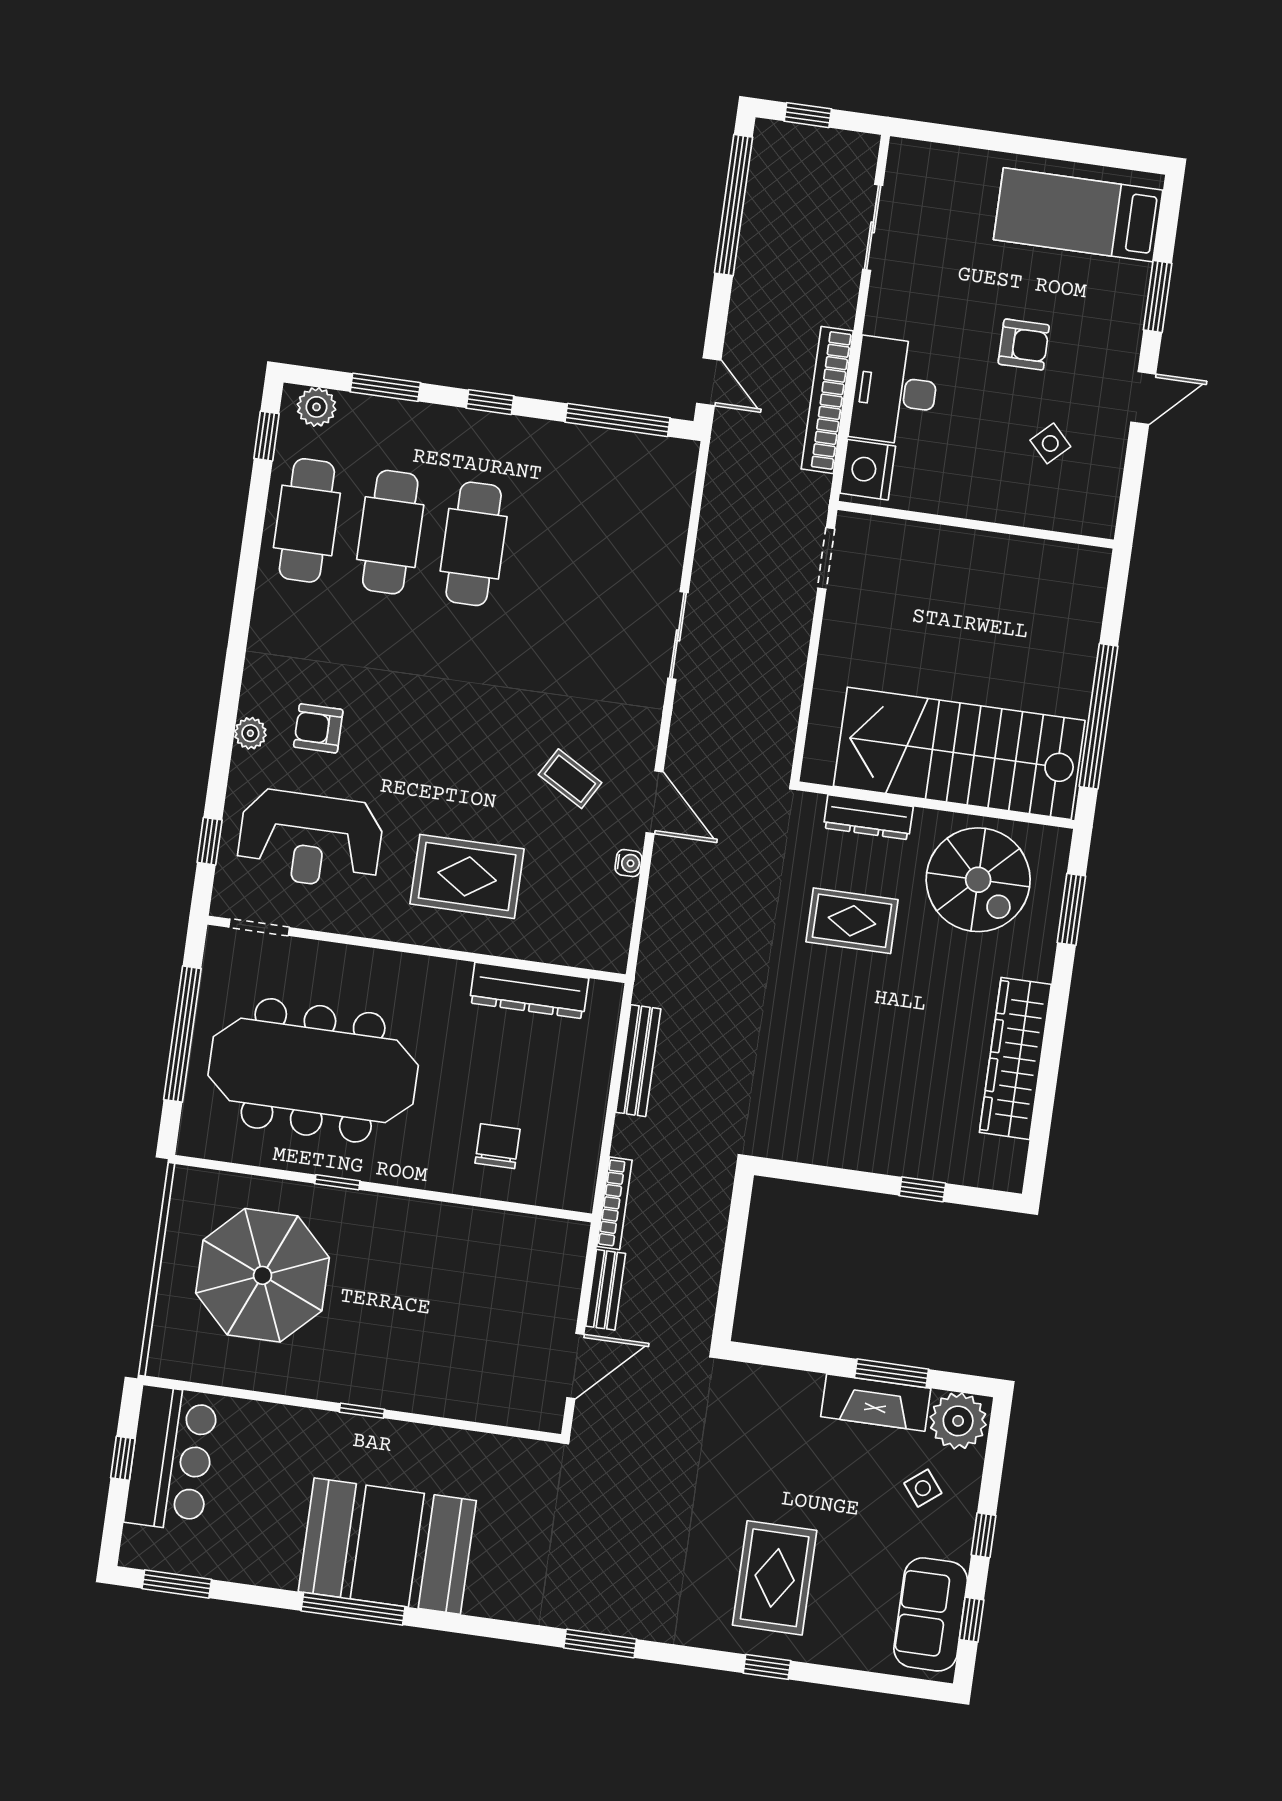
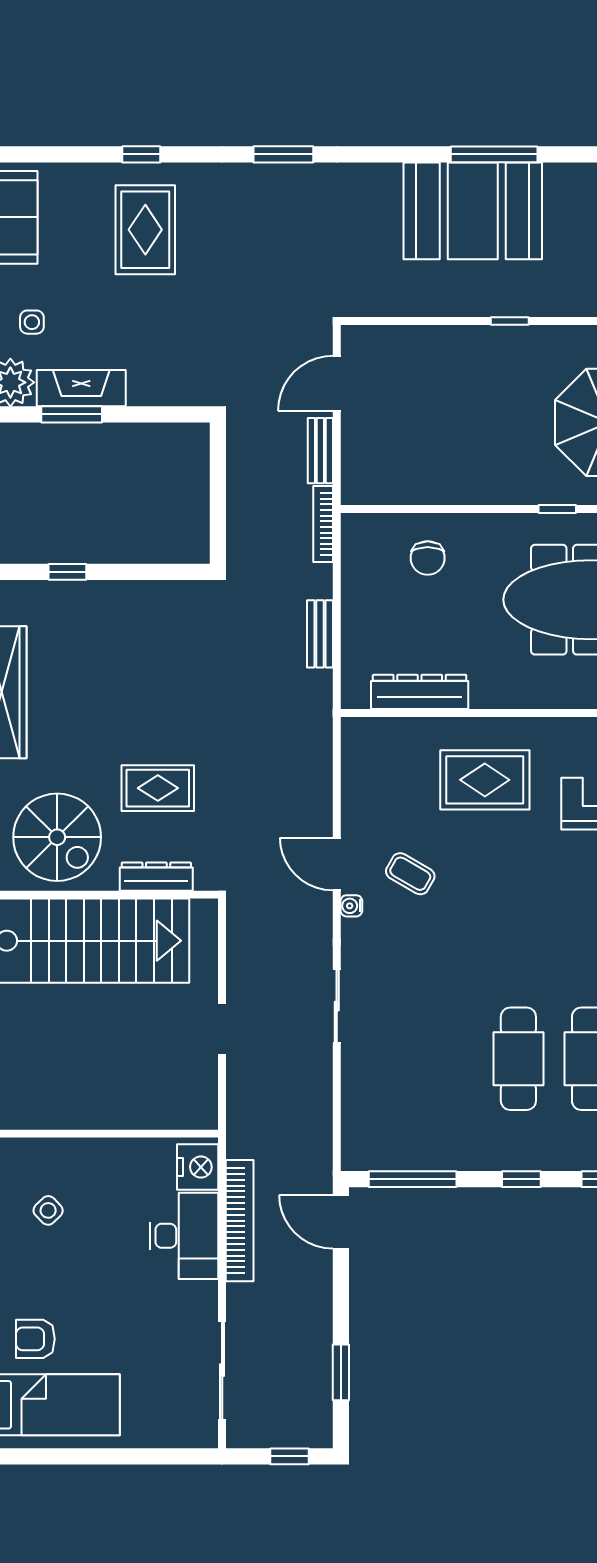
window: (734, 205) -> (341, 1372), width x0.47
sliding door: (873, 227) -> (222, 1370), width x1.37
armchair: (1024, 345) -> (35, 1339), moved
door: (709, 382) -> (341, 1222), width x1.38
doorway: (826, 558) -> (222, 1029), moved
water cooler: (629, 863) -> (351, 906), moved
spiral stairs: (978, 880) -> (57, 837), turned 180
bench: (638, 1061) -> (320, 634), width x0.73
side table: (923, 1488) -> (32, 322), turned 38

